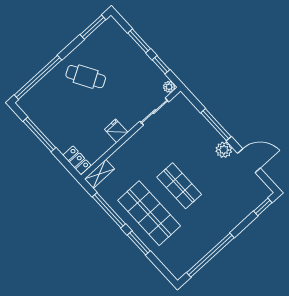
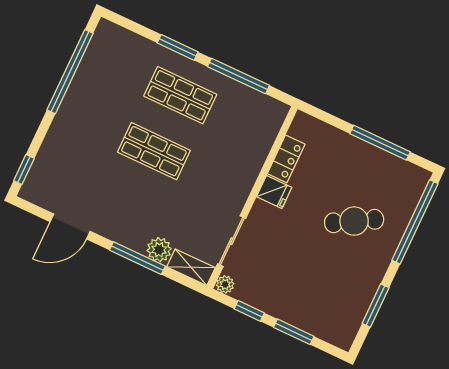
window: (93, 27) -> (376, 306), moved
cafe table: (86, 77) -> (354, 221), moved
plant: (224, 150) -> (159, 250), moved
locker: (77, 160) -> (286, 159), moved, turned -90
shelving: (99, 174) -> (191, 267), moved, turned 90
shop shelf: (149, 213) -> (180, 95), width x0.70, depth x0.74

